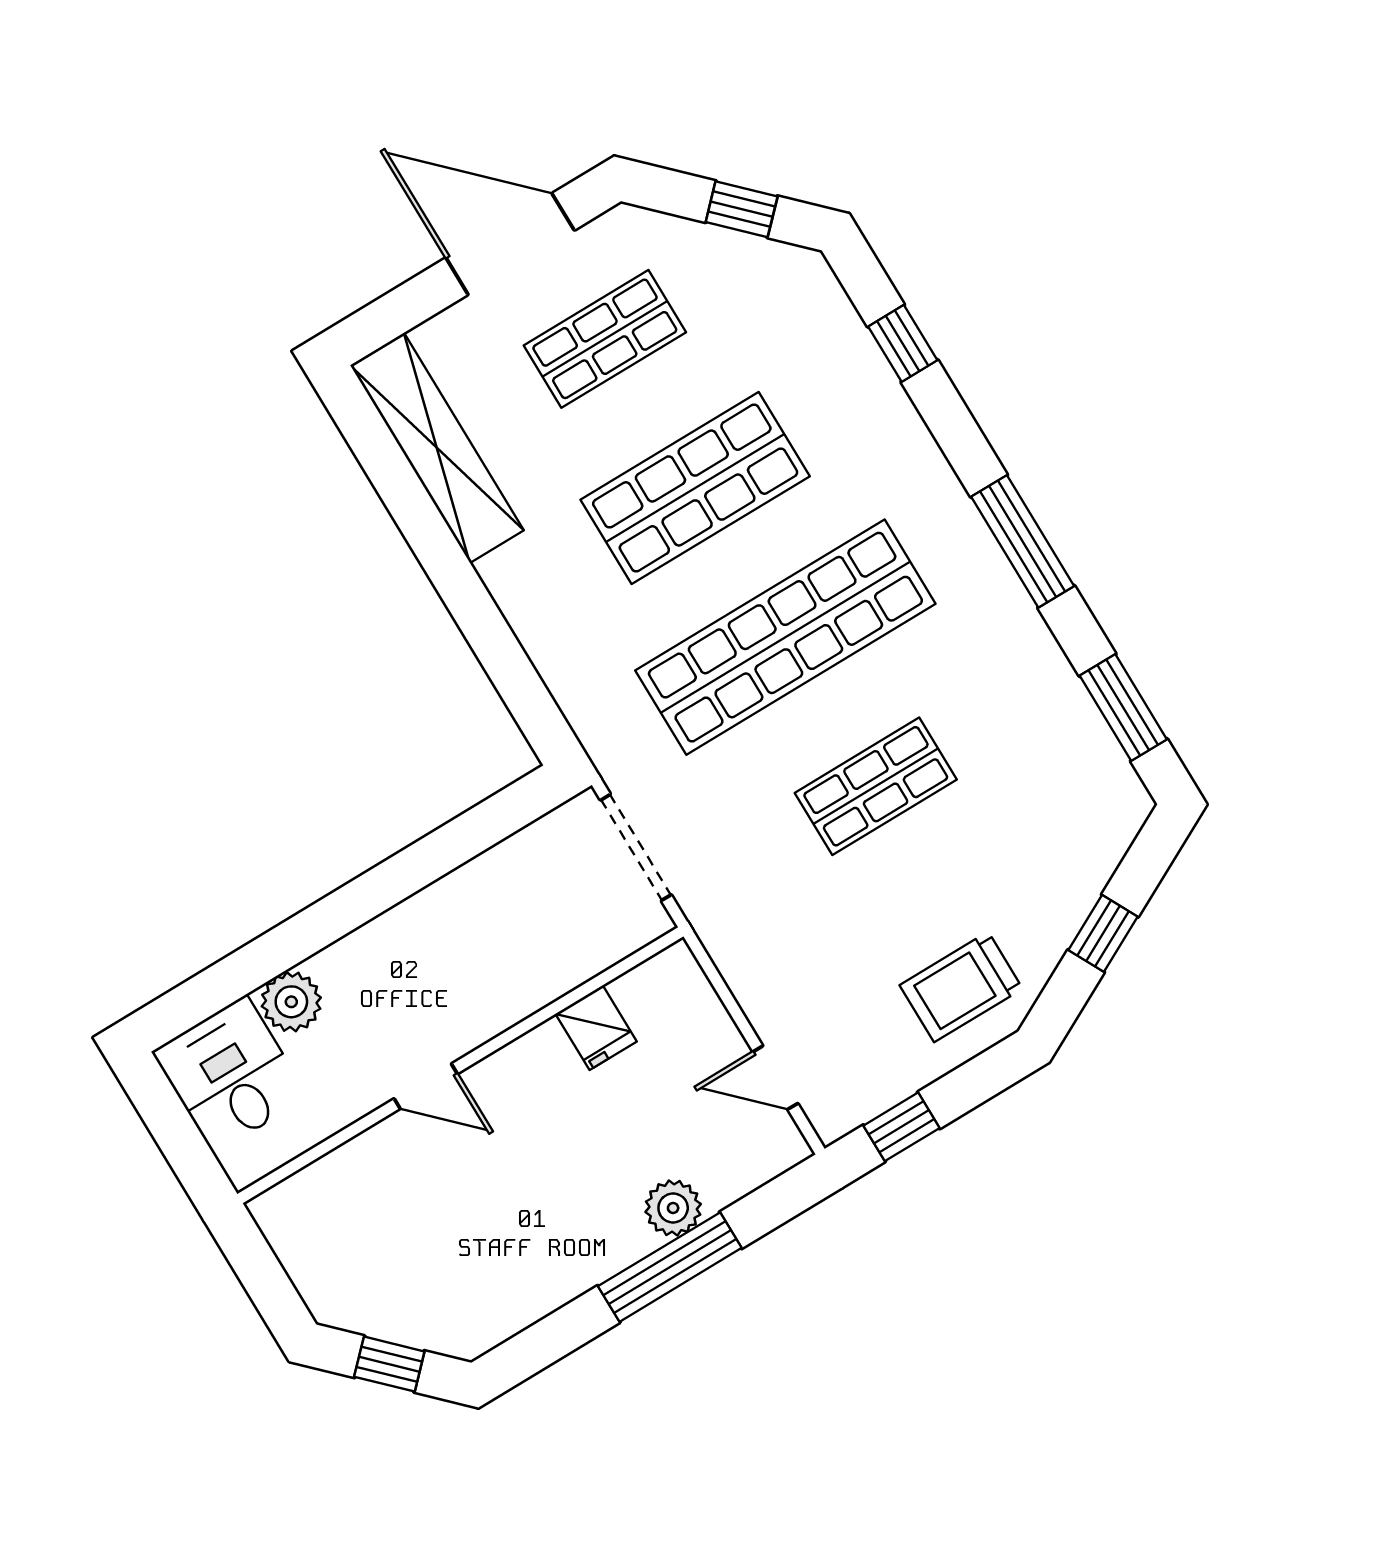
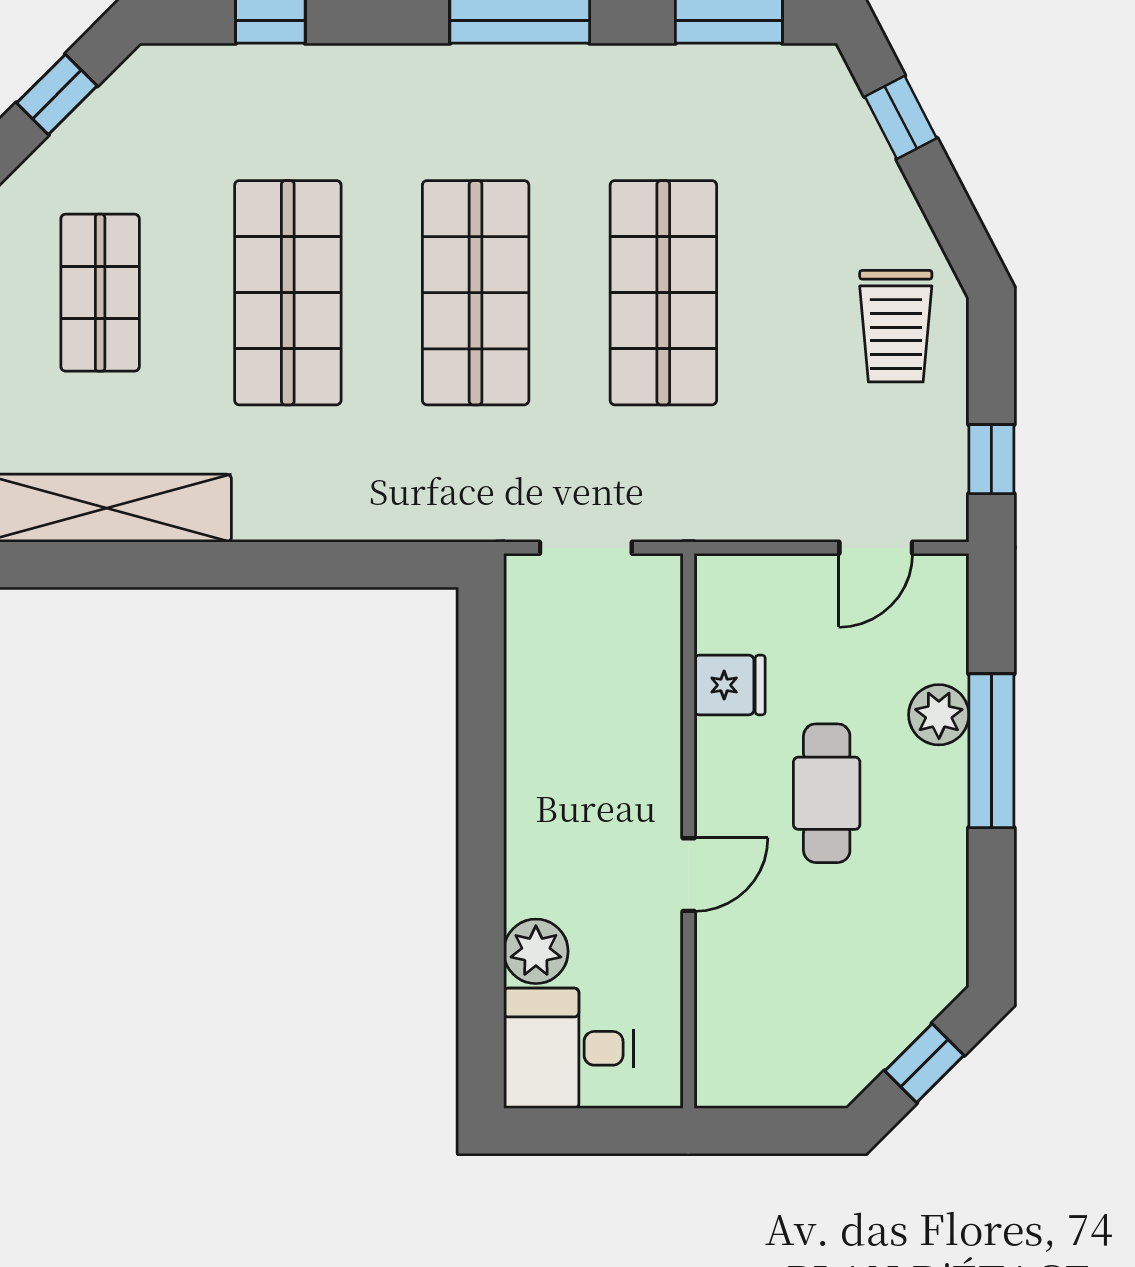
shop shelf: (785, 637) -> (476, 293), width x0.71
shop shelf: (876, 786) -> (663, 293), width x1.43, depth x1.36
doorway: (636, 847) -> (586, 548), width x0.73
window: (1103, 933) -> (901, 117), moved
cafe table: (557, 1157) -> (827, 793), added

